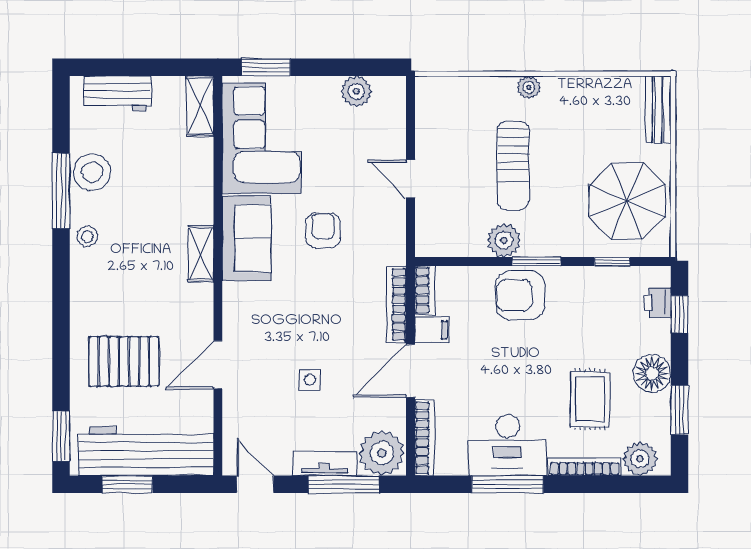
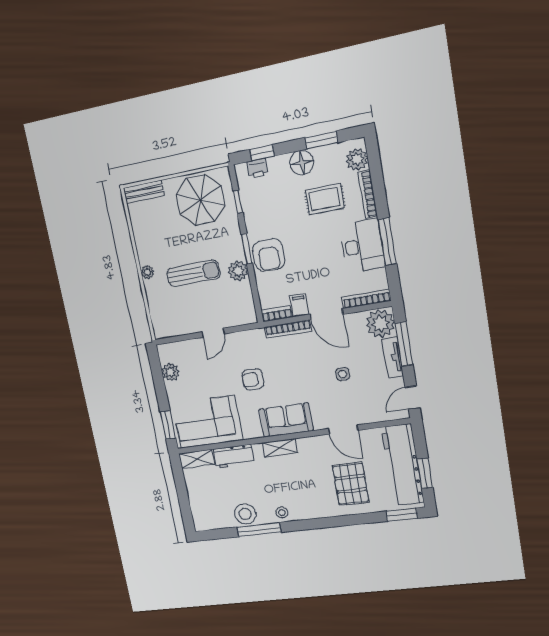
workbench: (118, 93) -> (234, 456), moved, turned 90
sofa: (247, 238) -> (286, 420), moved

